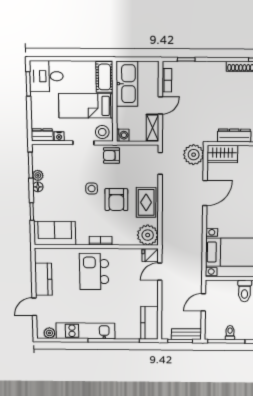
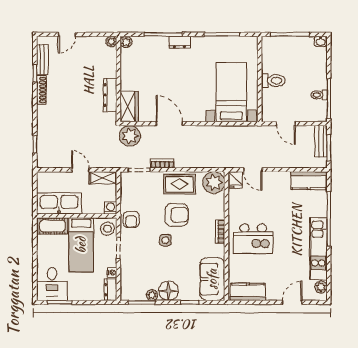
bookcase: (167, 80) -> (162, 163), moved
floor lamp: (38, 187) -> (169, 291), width x1.89, depth x1.89
kitchen counter: (44, 279) -> (248, 292), moved
door: (34, 307) -> (292, 302), swing flipped

